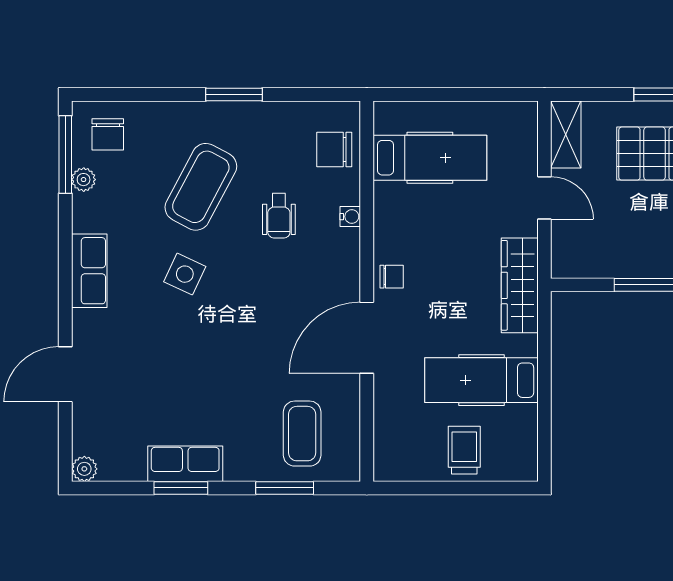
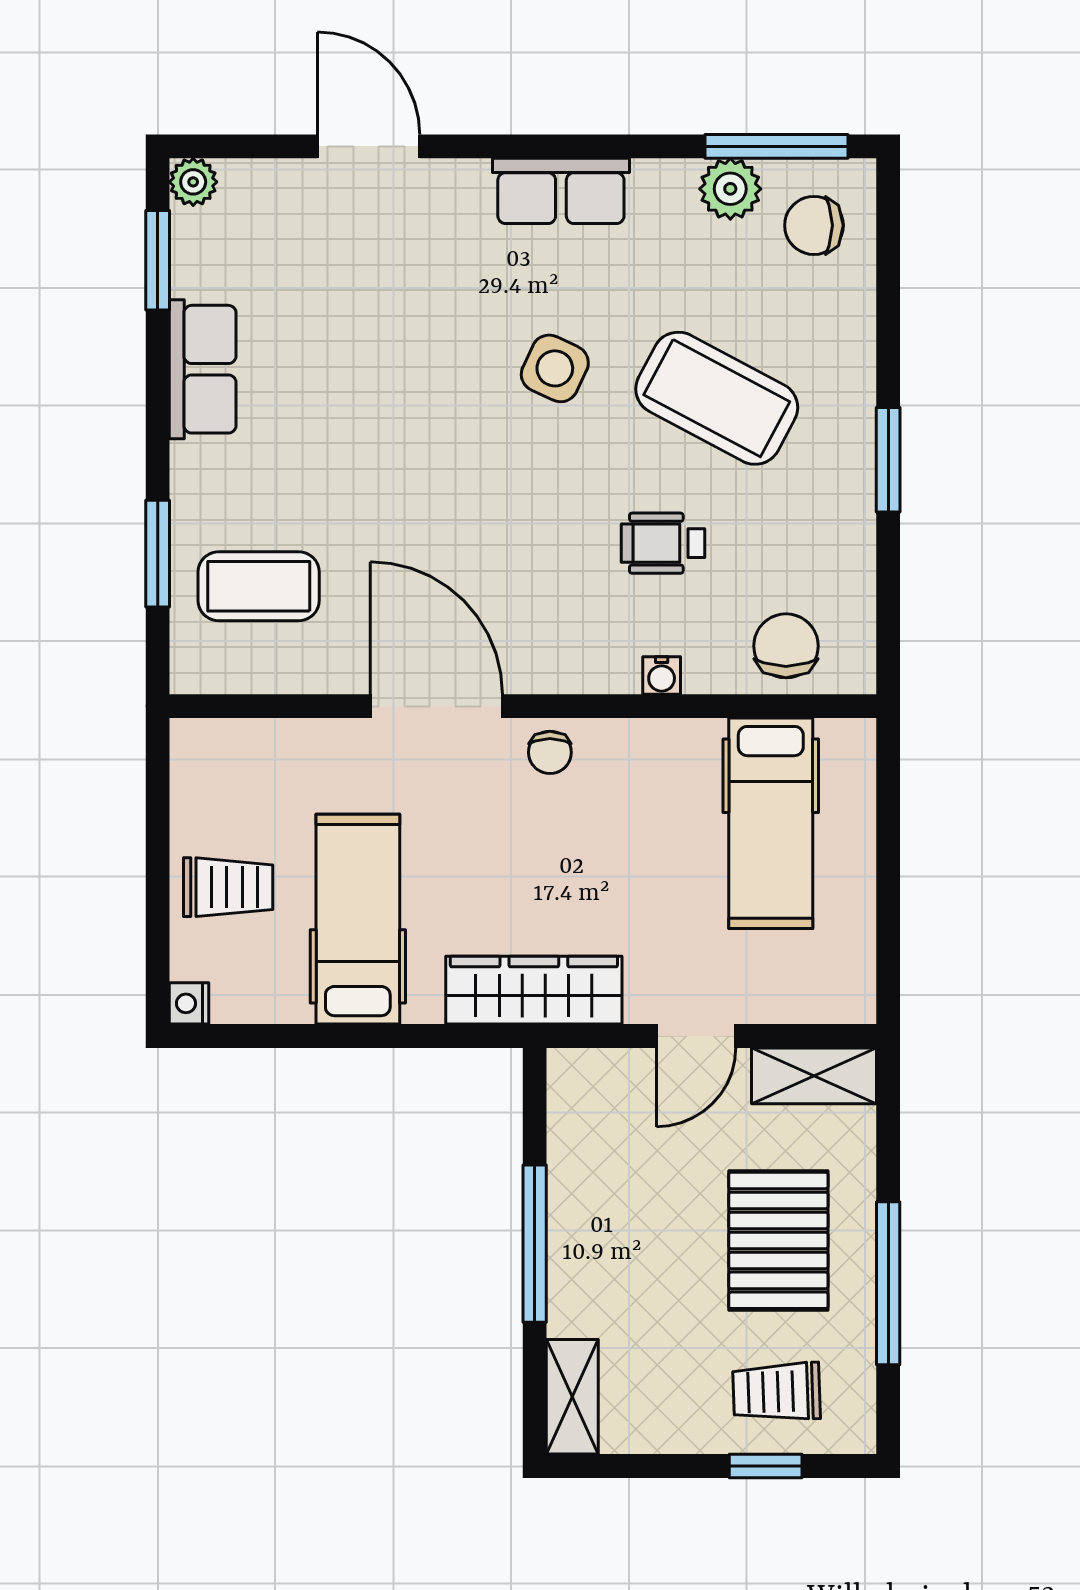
plant: (84, 180) -> (730, 189), width x1.38, depth x1.38
nightstand: (527, 471) -> (189, 1003), added
window: (181, 488) -> (158, 260), moved

